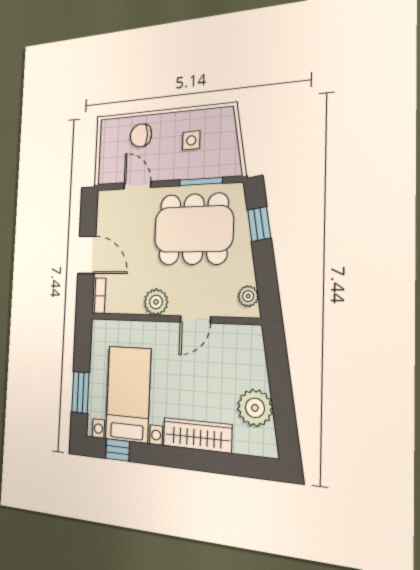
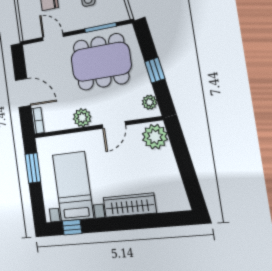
window: (259, 224) -> (155, 70), moved
window: (80, 392) -> (33, 168), moved
plant: (255, 408) -> (155, 137), moved

